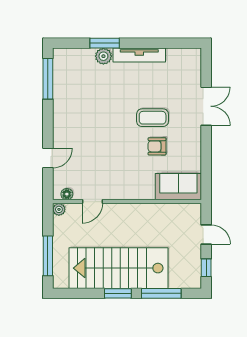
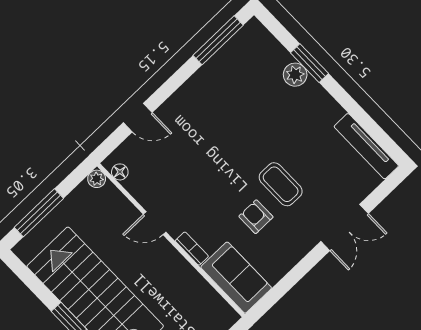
tv unit: (139, 55) -> (366, 146), moved
bookcase: (142, 195) -> (192, 249), added
door: (92, 202) -> (155, 223), moved

